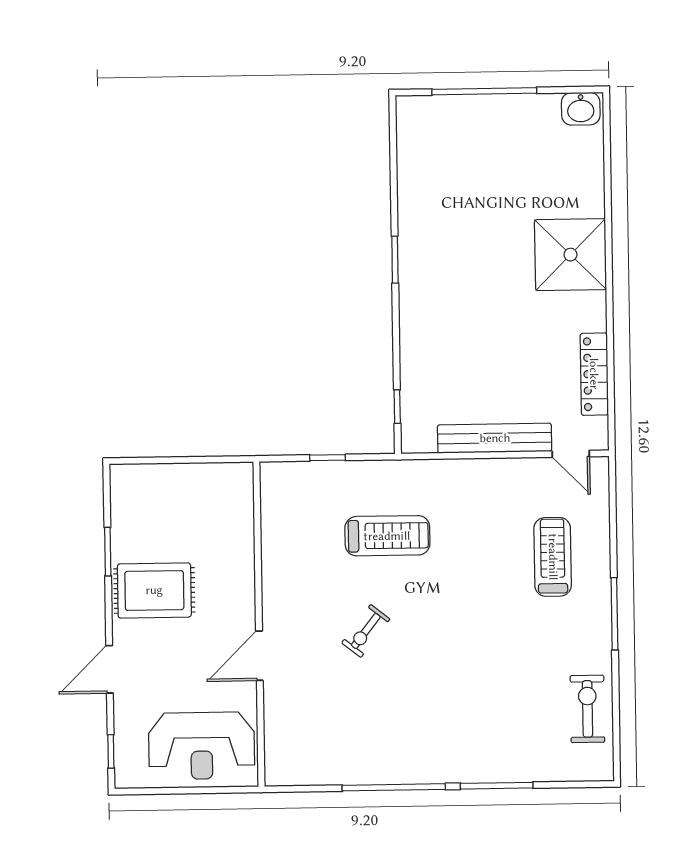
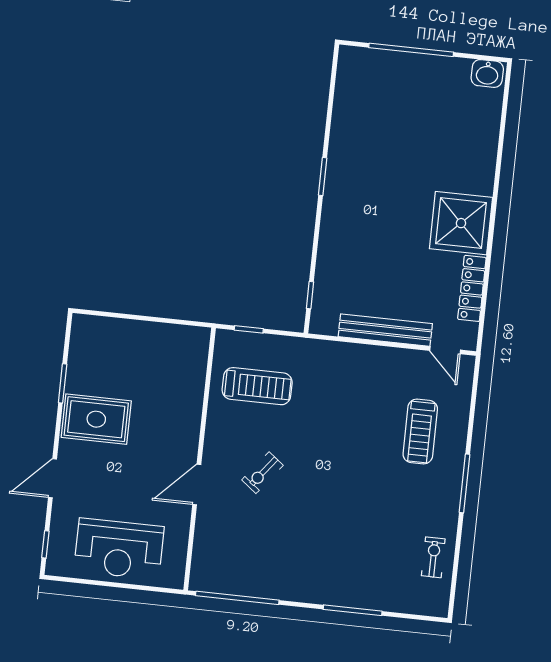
shower: (570, 255) -> (461, 223), moved
treadmill: (387, 536) -> (257, 386), moved
treadmill: (553, 557) -> (420, 431), turned 180
wall: (259, 624) -> (200, 459), moved
door: (259, 656) -> (197, 484), moved
exercise bike: (587, 709) -> (433, 557), width x0.73, depth x0.72
window: (394, 787) -> (237, 598), moved

